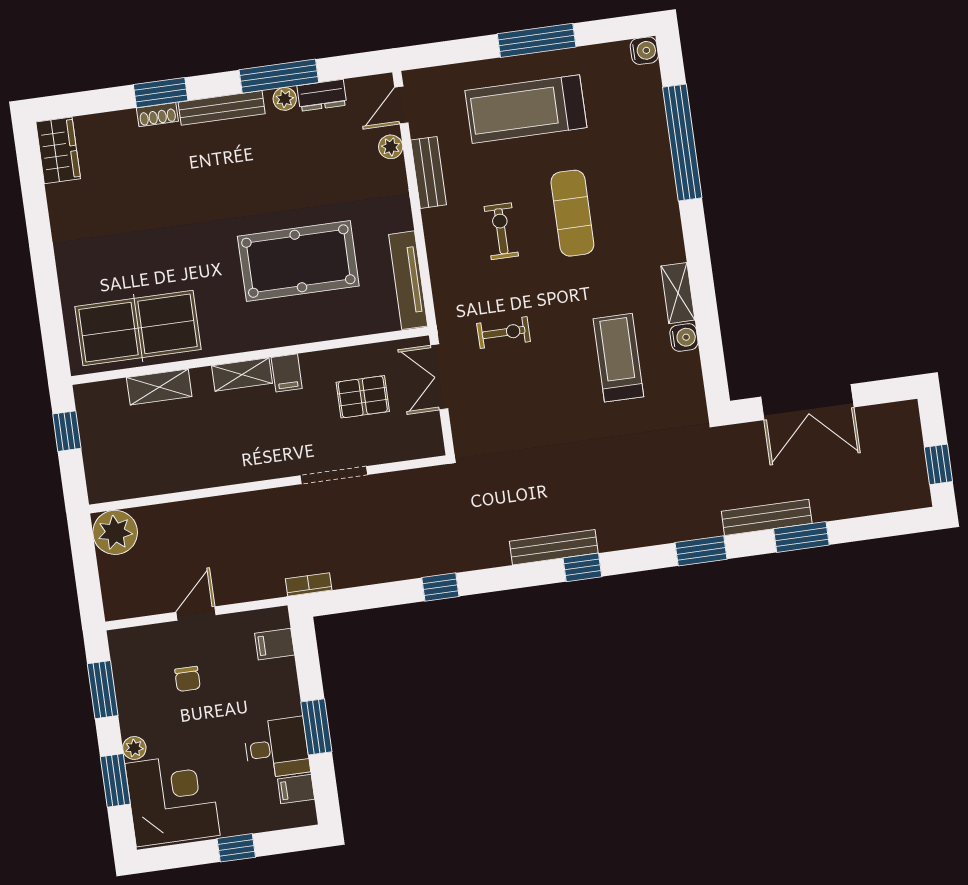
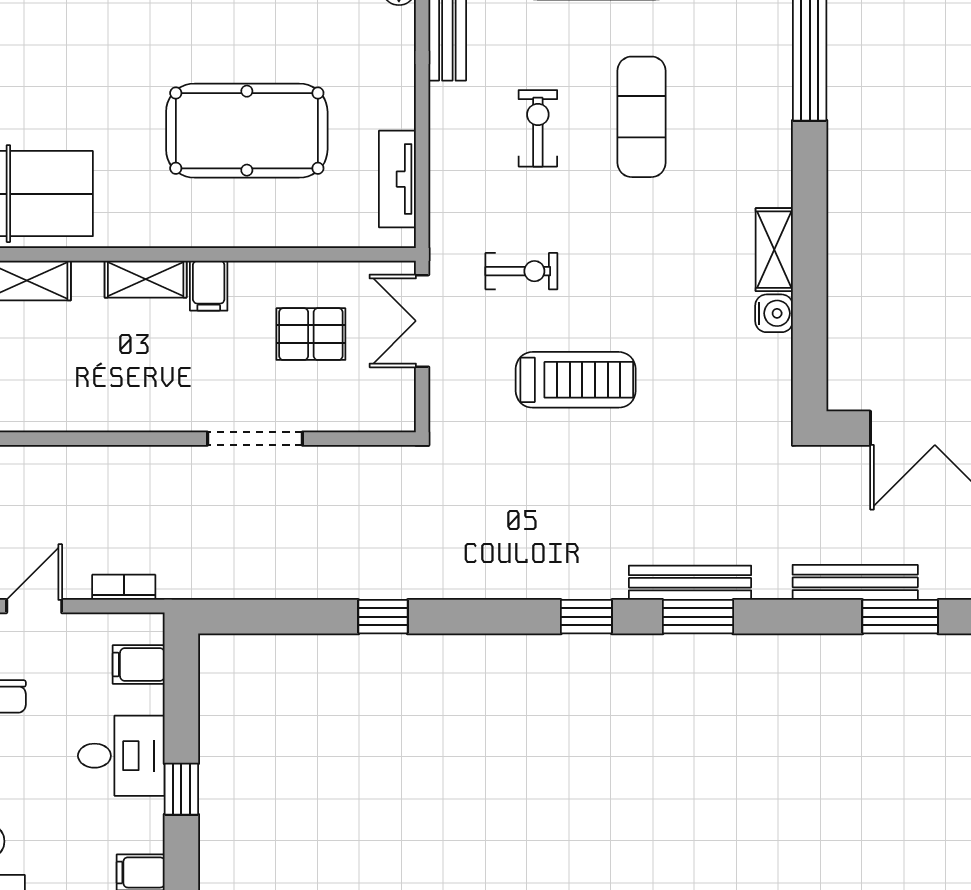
tv unit: (408, 280) -> (397, 179), width x0.71
treadmill: (618, 358) -> (576, 380), moved, turned 90
bench: (554, 547) -> (690, 583), moved
window: (701, 551) -> (698, 617), moved
bookcase: (309, 584) -> (124, 587), moved
window: (316, 727) -> (181, 789), width x0.67
desk: (277, 748) -> (121, 756), moved

